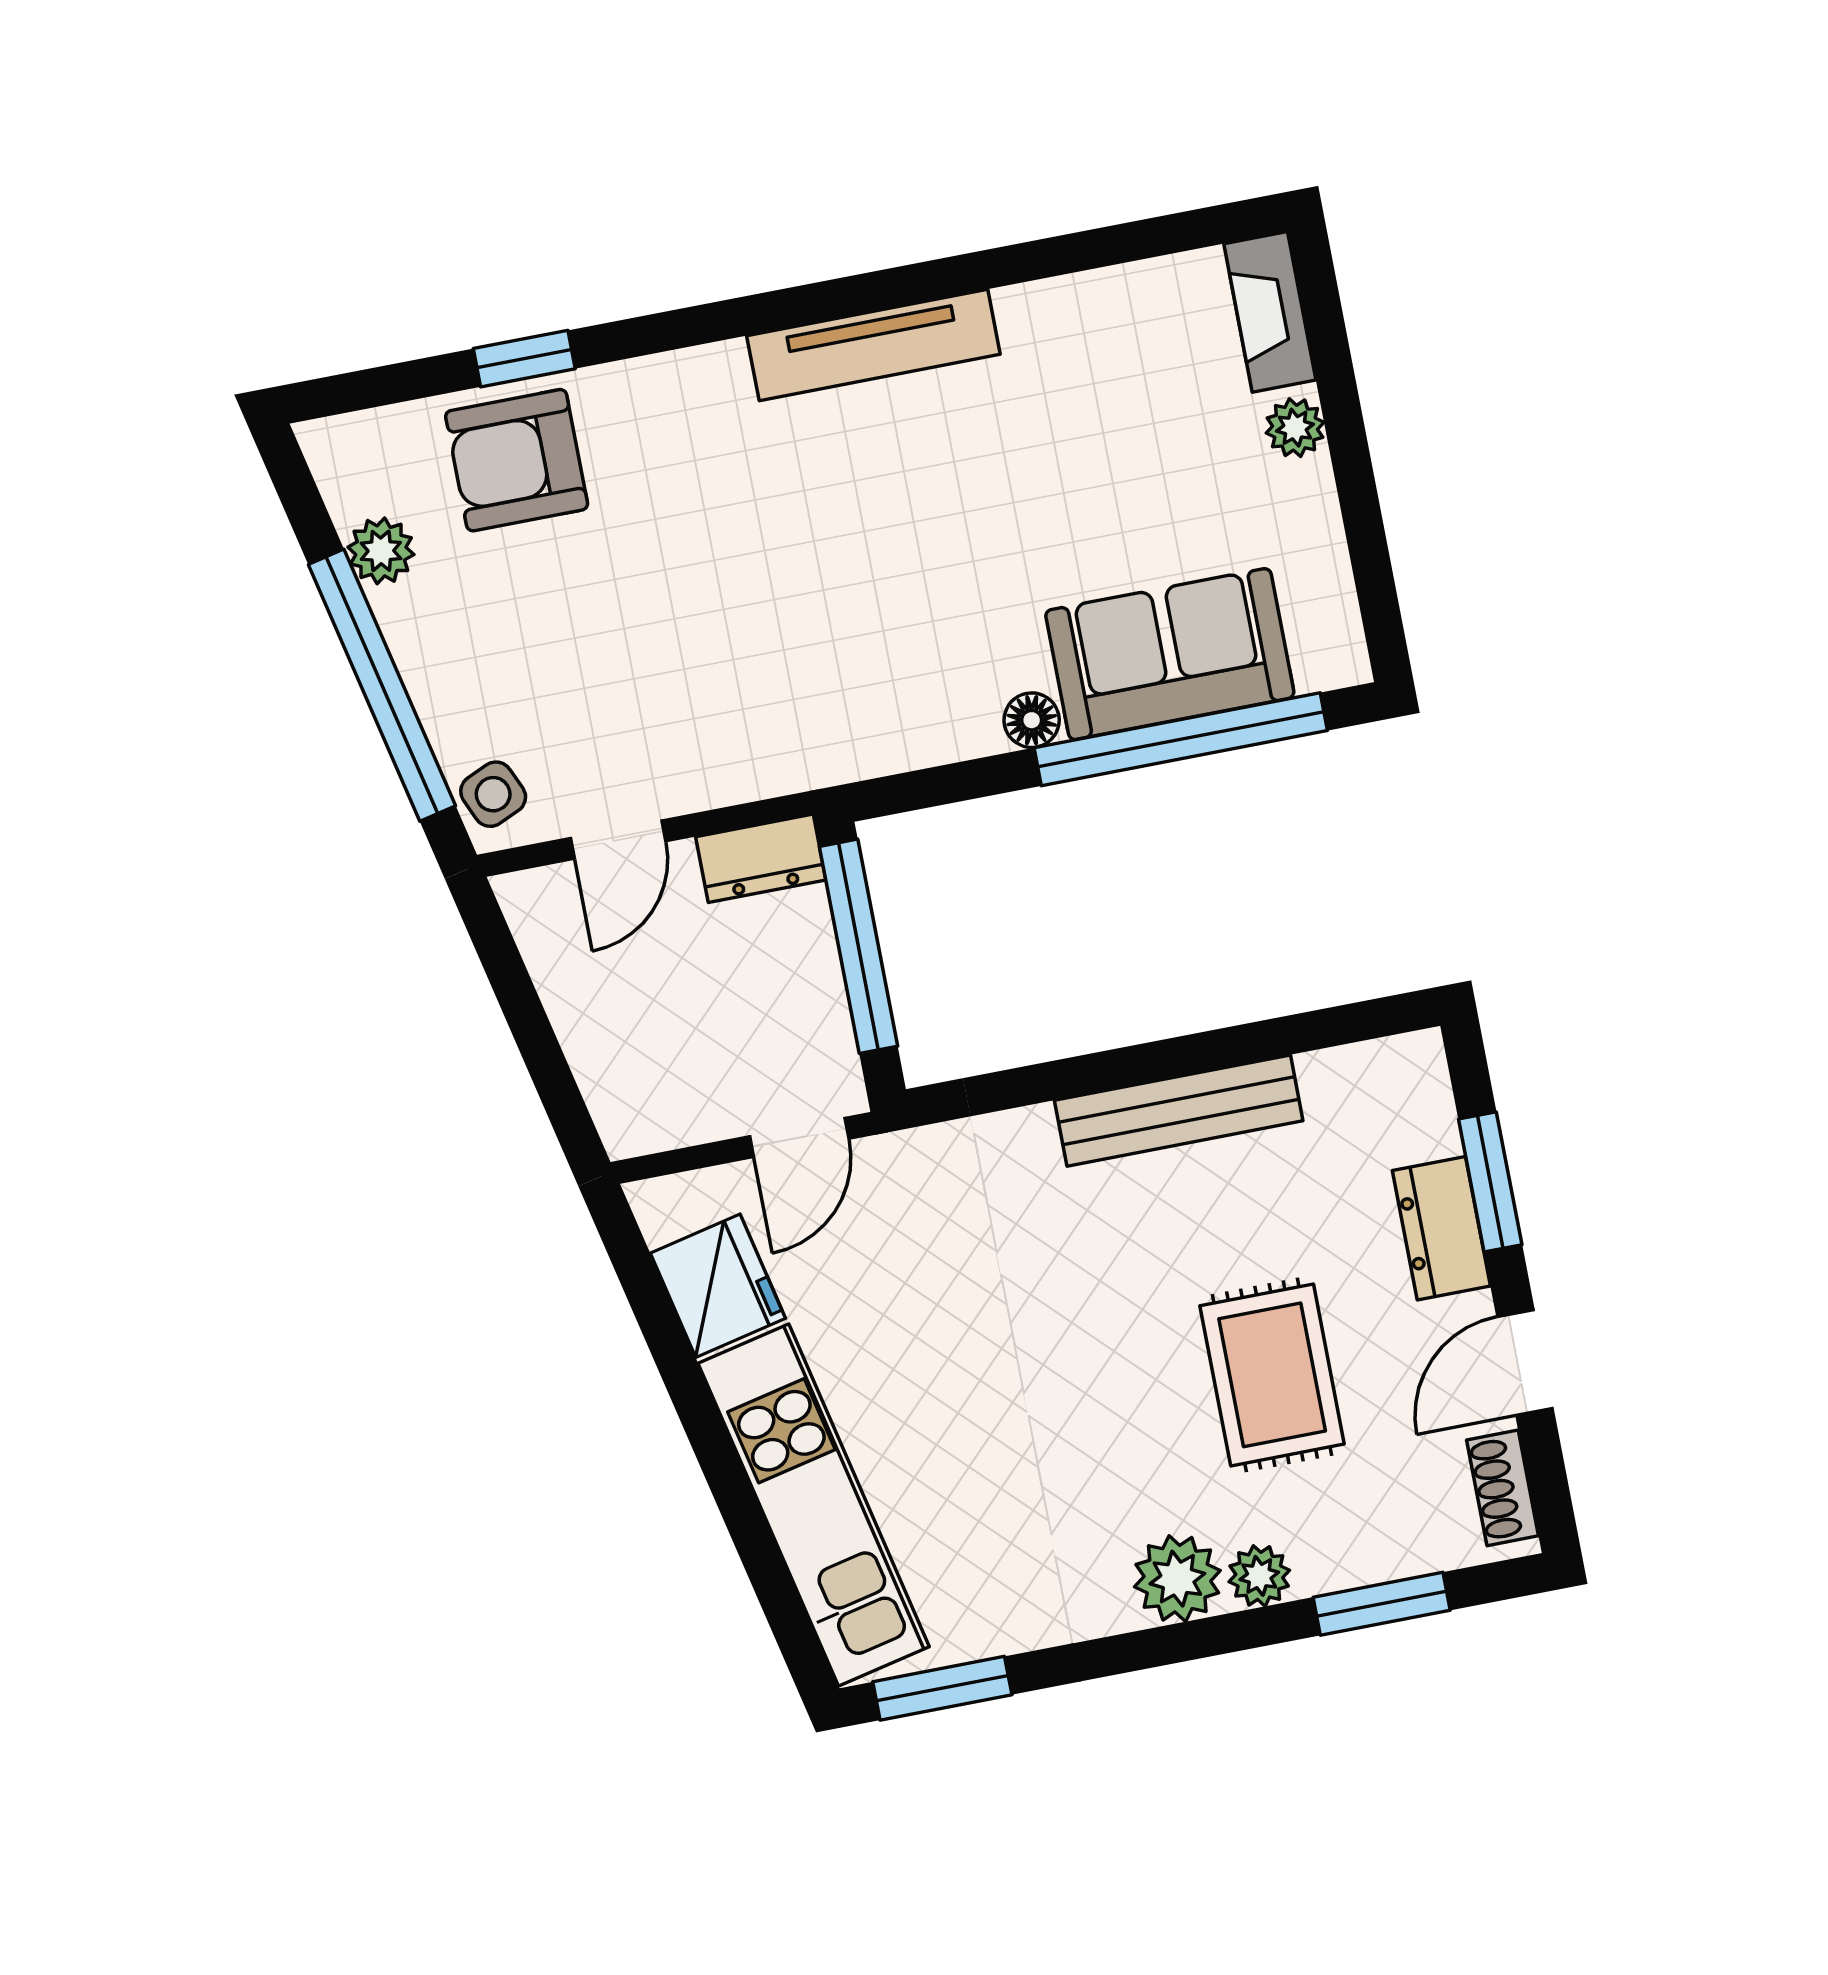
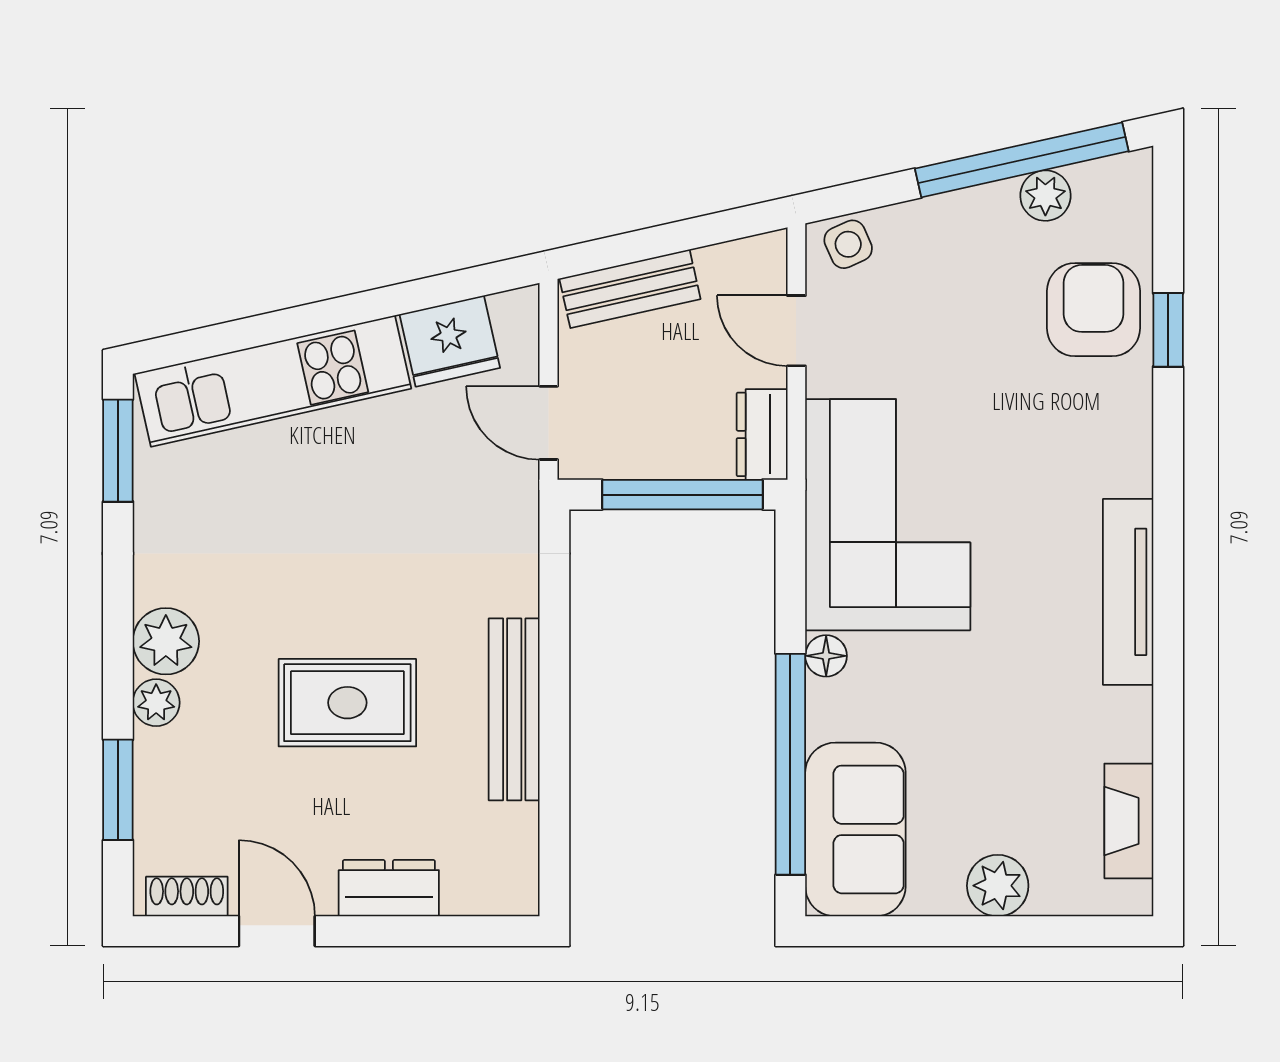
fireplace: (1270, 312) -> (1129, 821), moved, turned -90
plant: (1295, 428) -> (998, 886), width x1.38, depth x1.38
sofa: (1170, 654) -> (855, 829), moved
corner sofa: (834, 675) -> (888, 515), added
window: (382, 685) -> (1022, 160), moved
bench: (605, 1066) -> (630, 289), added
window: (1490, 1182) -> (416, 931), removed
rug: (1272, 1375) -> (347, 703), moved

